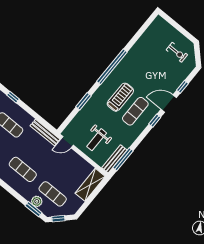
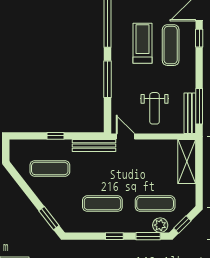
window: (13, 97) -> (55, 136), moved
window: (84, 101) -> (107, 79), width x1.44
door: (67, 142) -> (125, 137), swing flipped
window: (14, 193) -> (114, 236), added
plant: (37, 201) -> (160, 225), moved

